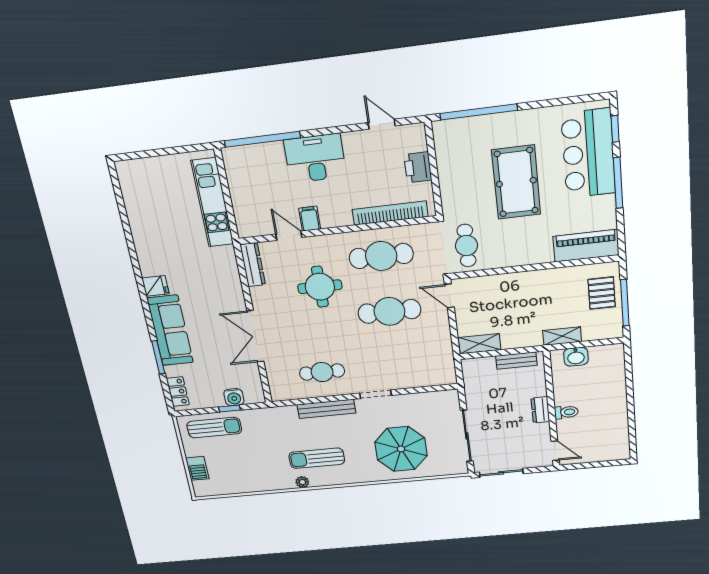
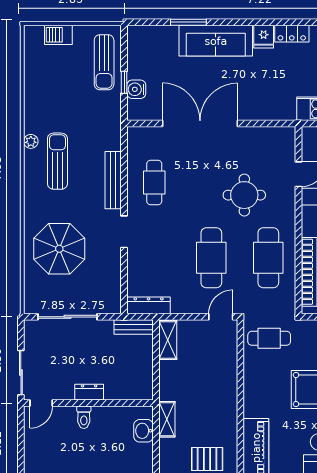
dresser: (253, 265) -> (149, 305), moved, turned 180
double door: (255, 336) -> (200, 124), width x1.36
bench: (516, 361) -> (134, 327), moved, turned 90
locker: (178, 392) -> (292, 34), moved
sliding door: (501, 473) -> (21, 373), moved

